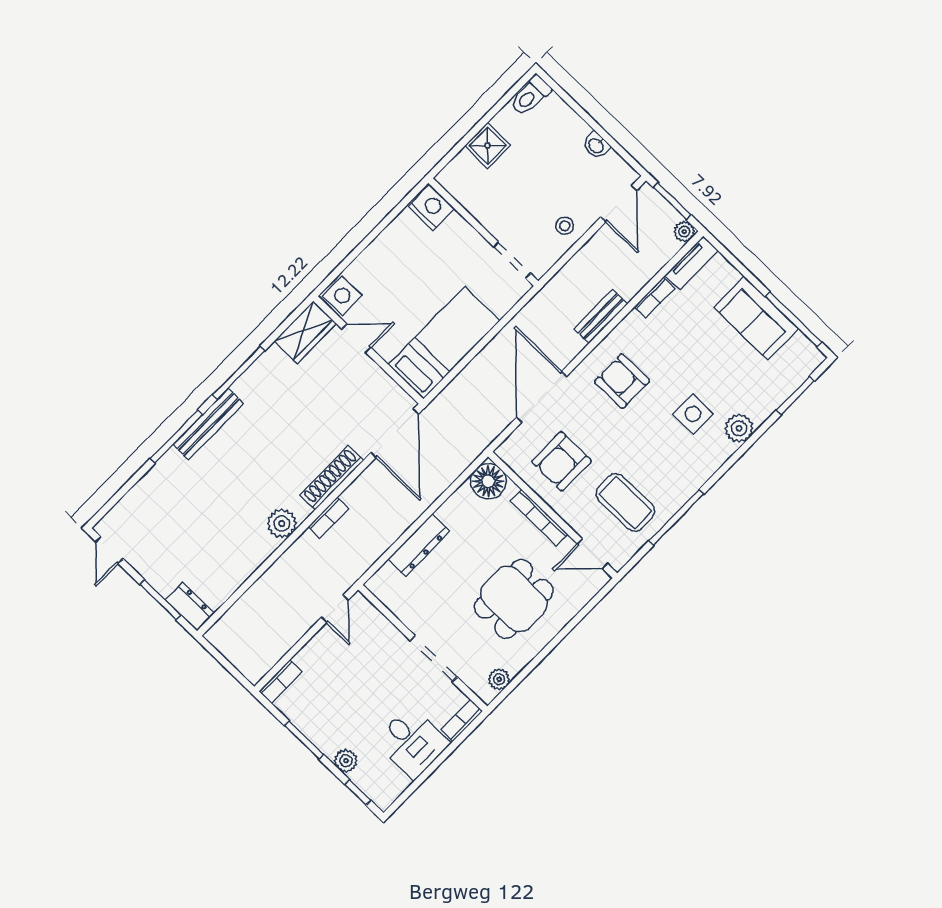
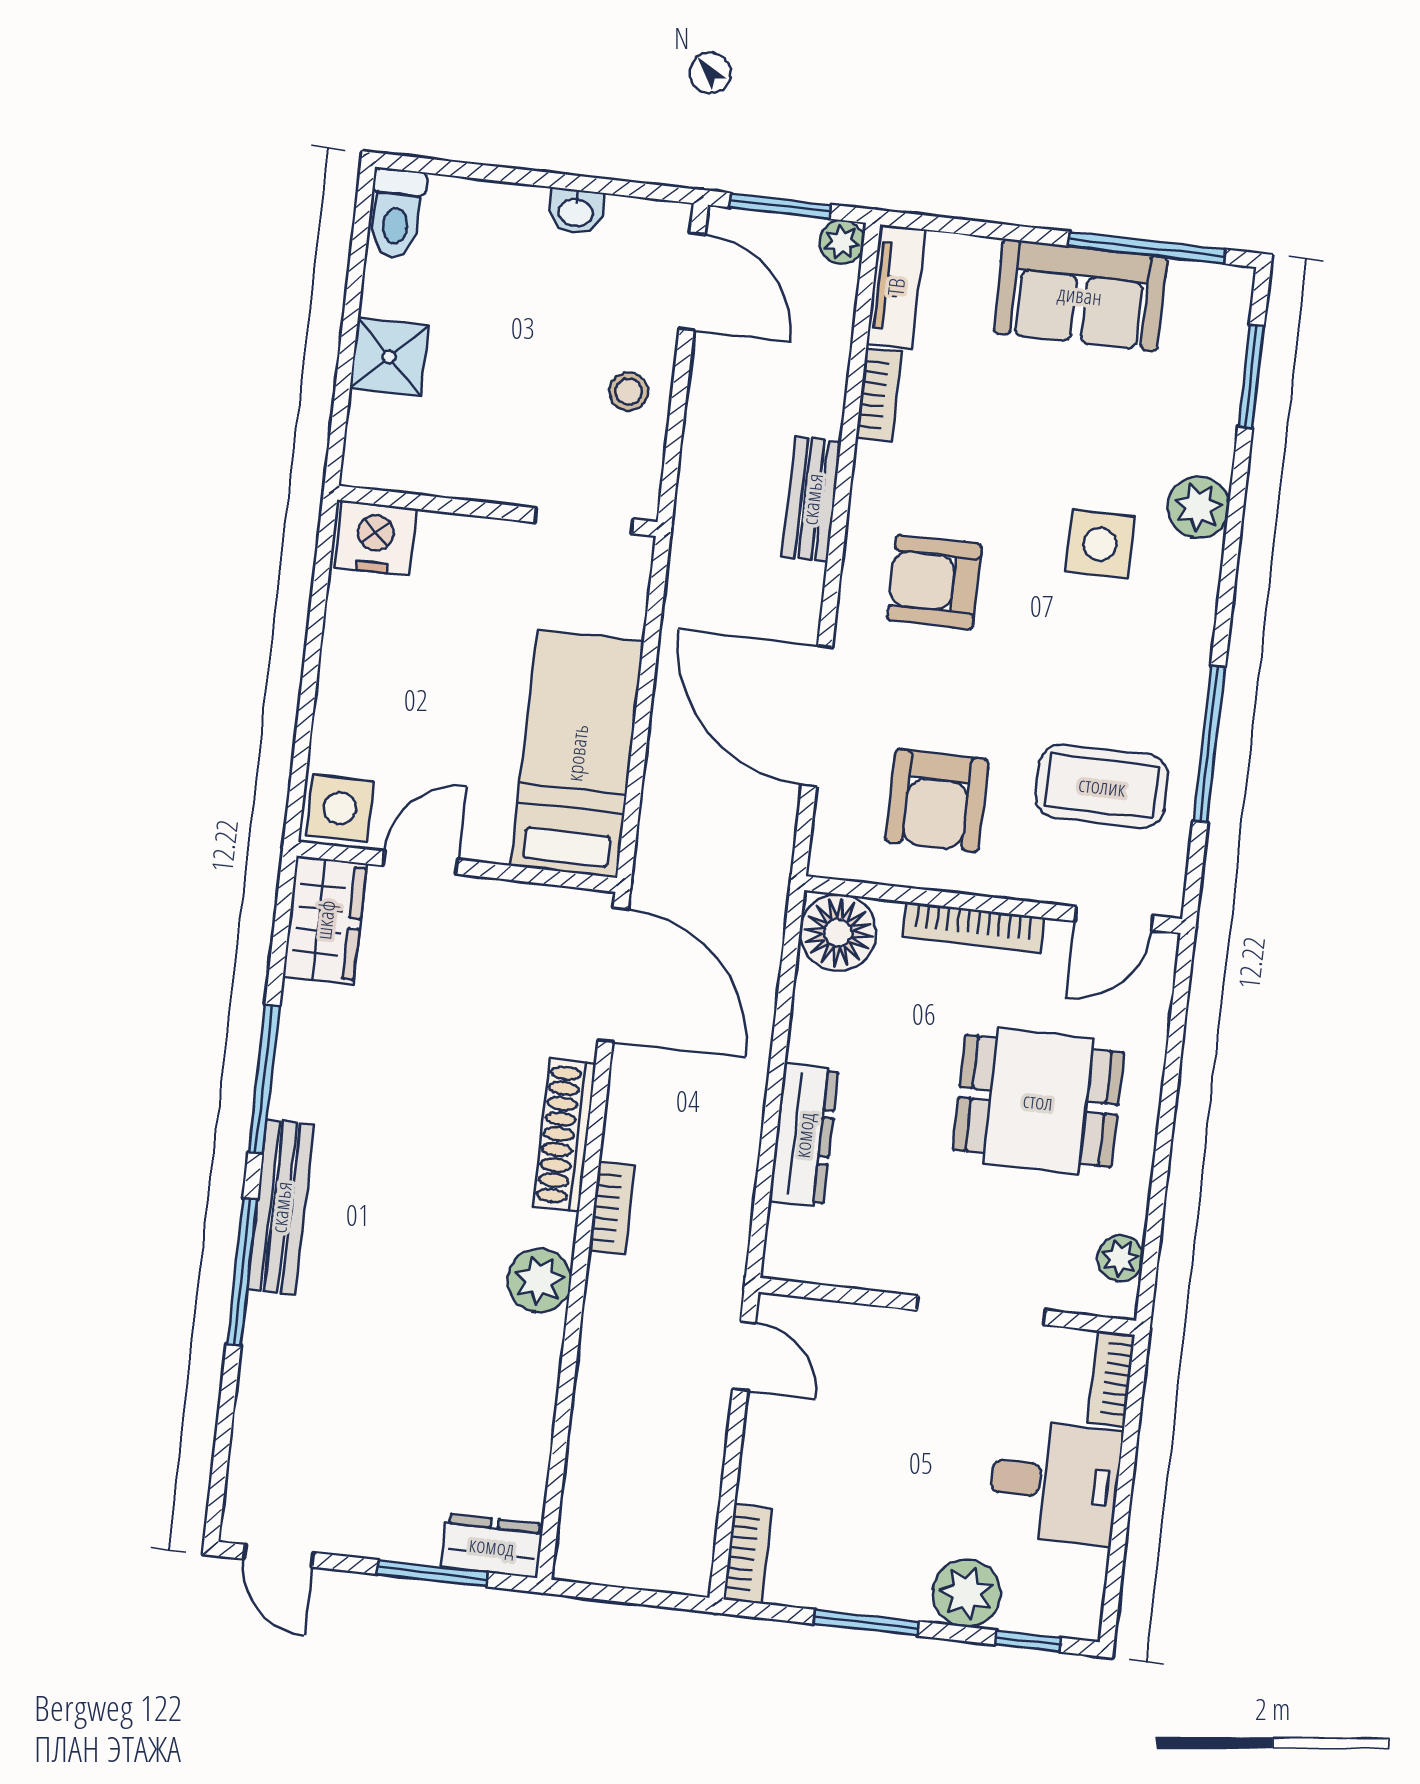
dining table: (514, 599) -> (1038, 1101), turned 90
plant: (346, 761) -> (967, 1593), width x1.38, depth x1.38

